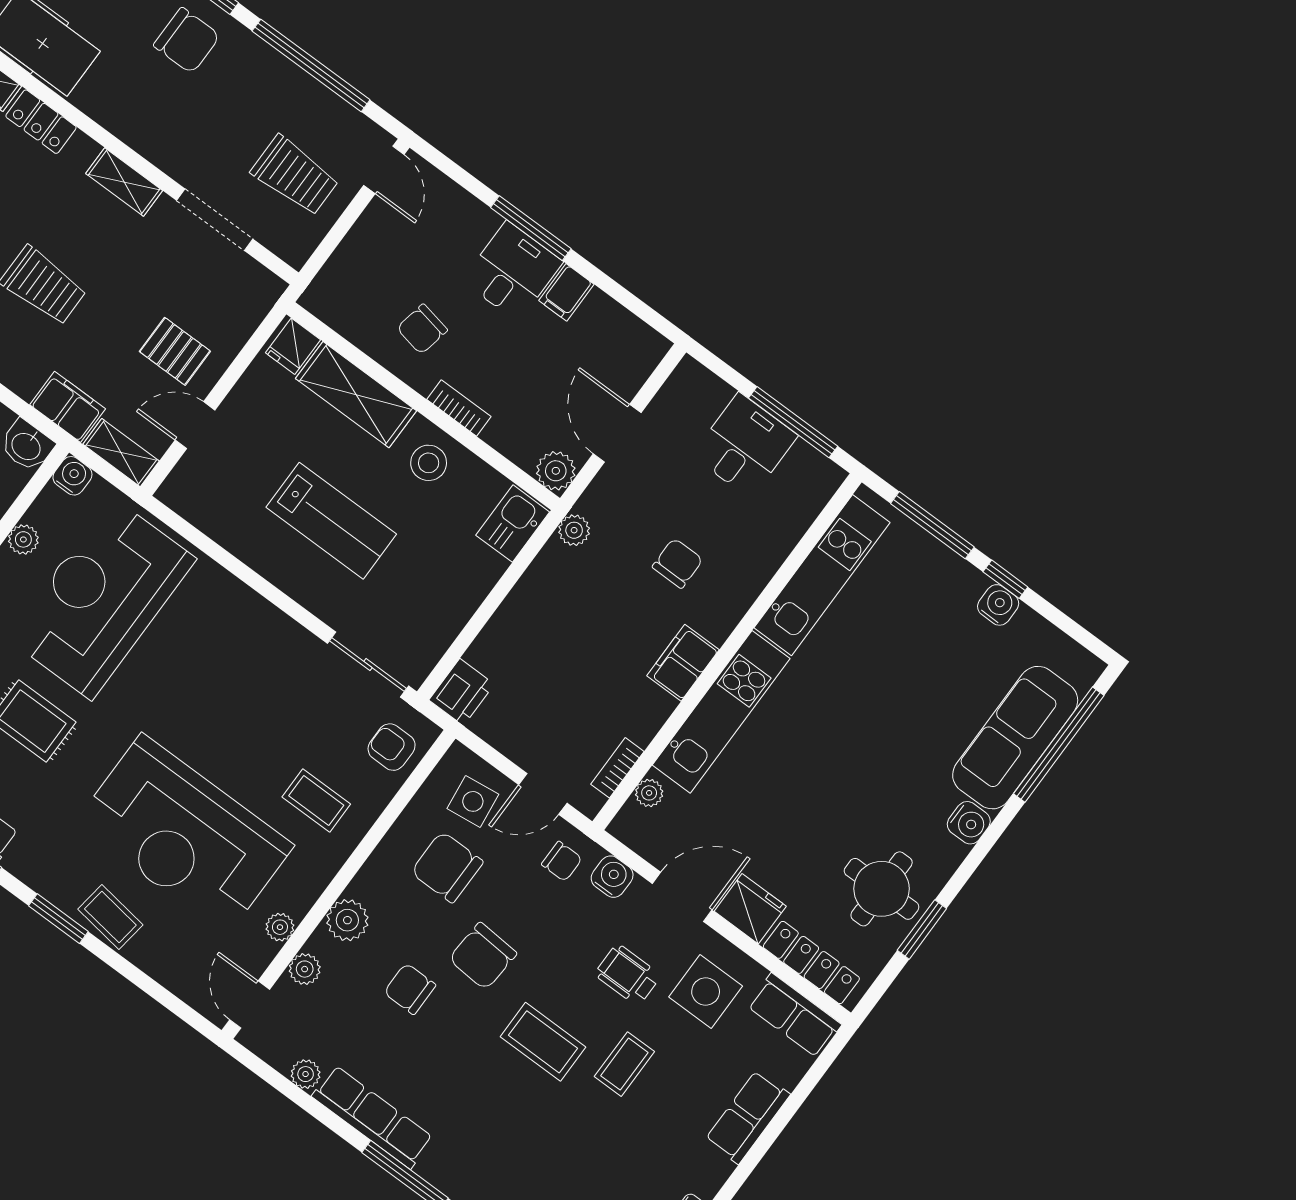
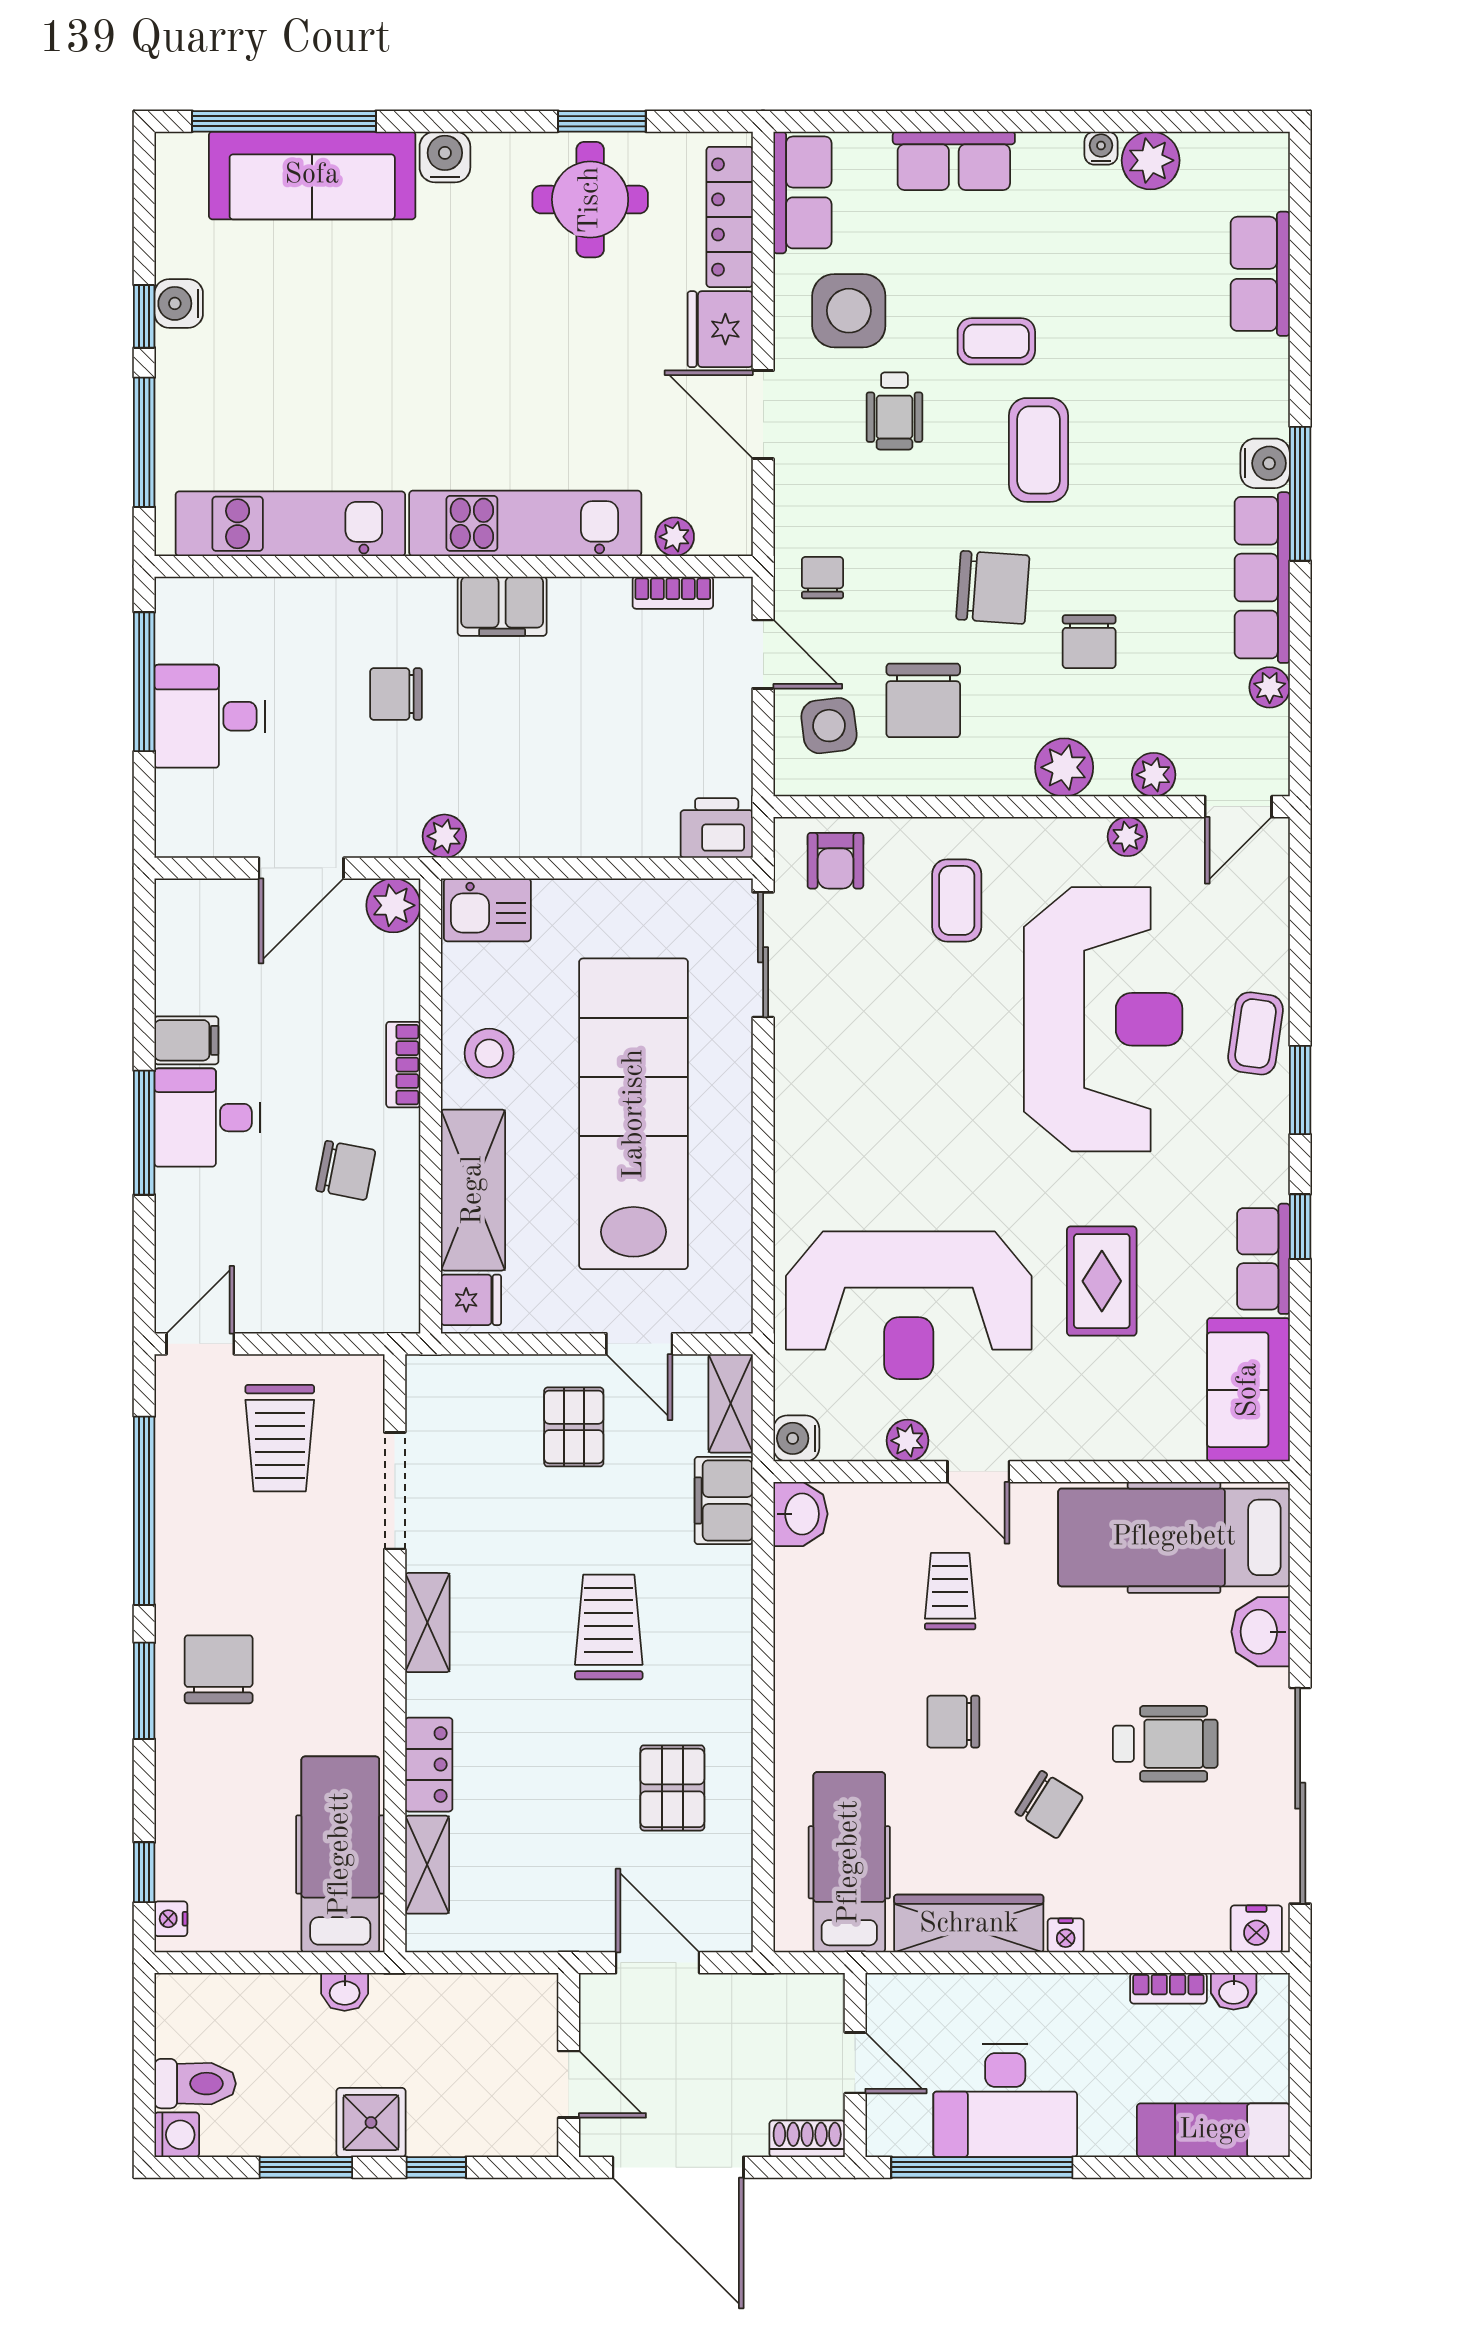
trolley: (295, 176) -> (280, 1438), turned 180
lab bench: (331, 521) -> (634, 1114), width x1.86, depth x1.39
water cooler: (612, 877) -> (1265, 463), moved, turned 180

